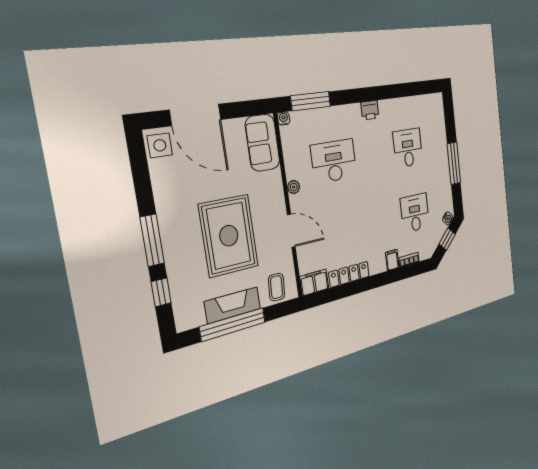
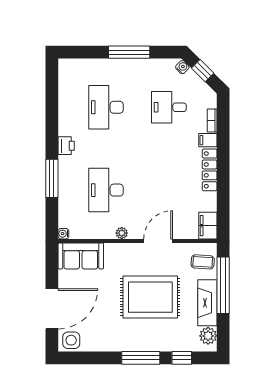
window: (311, 101) -> (52, 178), moved
desk: (408, 148) -> (106, 107), width x1.37
locker: (349, 274) -> (210, 170), moved
plant: (194, 317) -> (208, 336), added
window: (233, 324) -> (223, 285), moved

